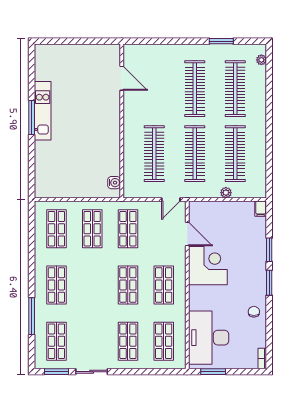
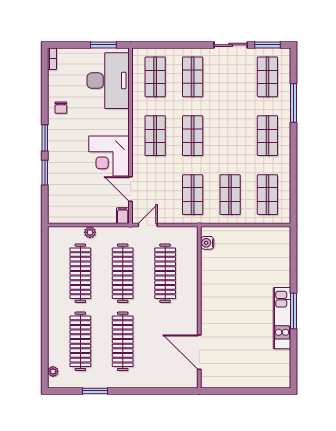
door: (122, 78) -> (199, 352), width x1.36
filing cabinet: (261, 209) -> (123, 216), moved

